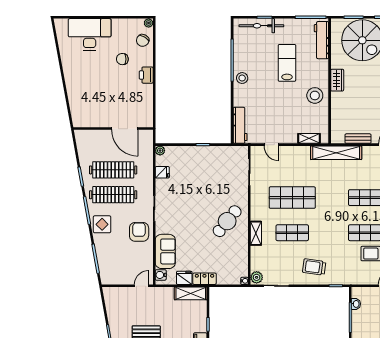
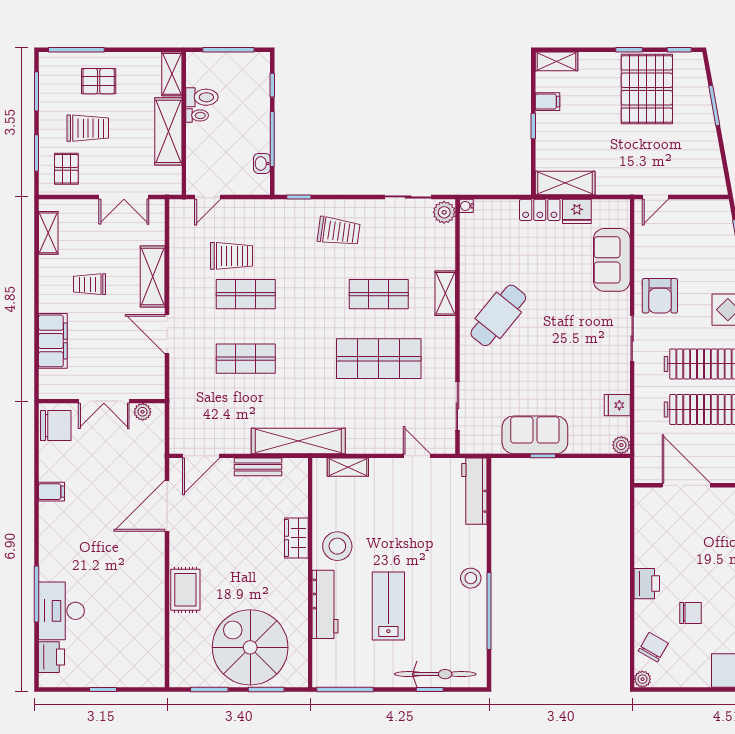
workbench: (321, 40) -> (325, 604), moved
lab bench: (287, 63) -> (388, 606), turned 180
wardrobe: (337, 80) -> (296, 538), moved
sofa: (207, 156) -> (535, 435), added
water cooler: (161, 275) -> (620, 217), removed

